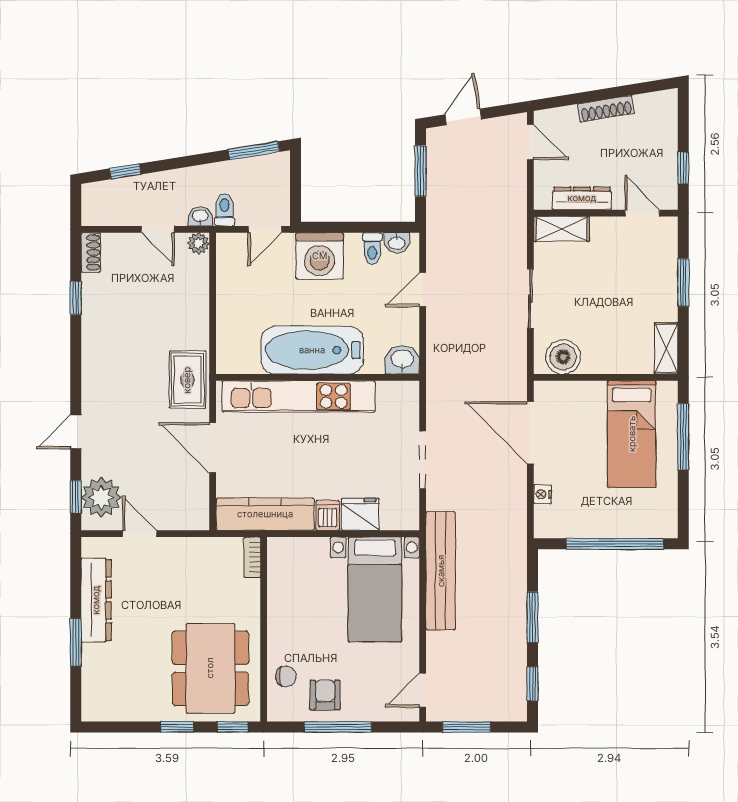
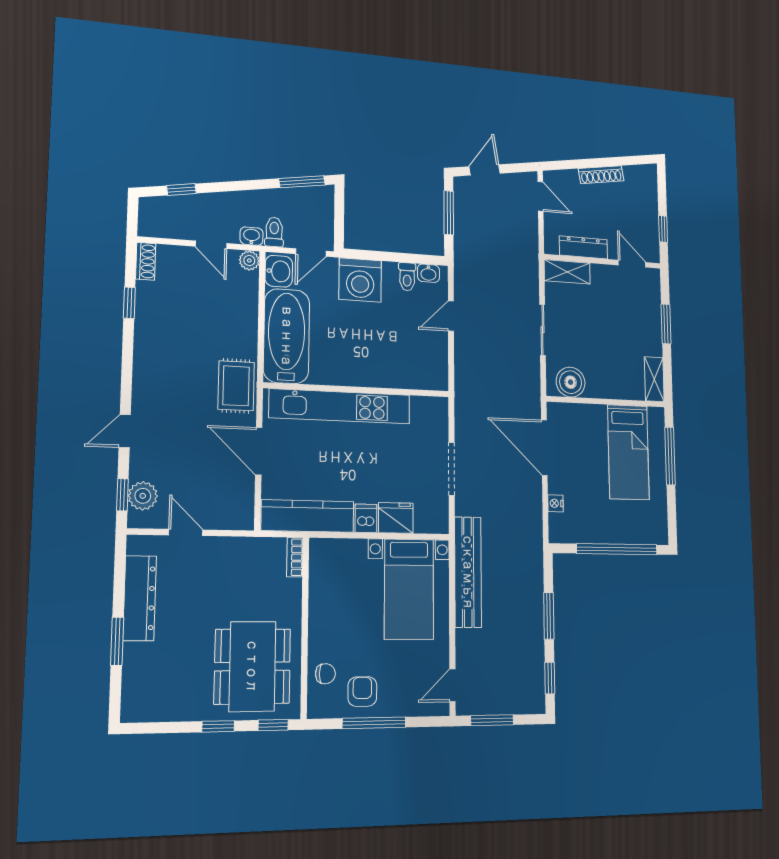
bathtub: (312, 350) -> (287, 336), moved, turned 90
washbasin: (402, 360) -> (279, 271), moved, turned 90
plant: (101, 497) -> (143, 496), width x0.73, depth x0.73

